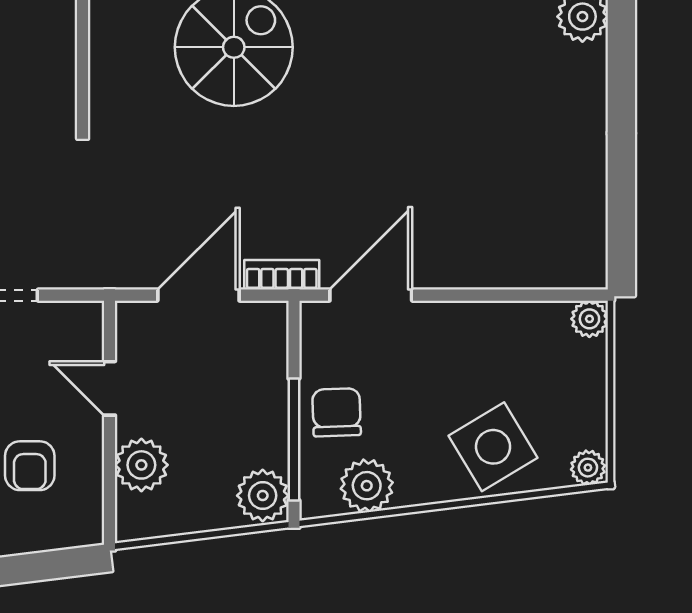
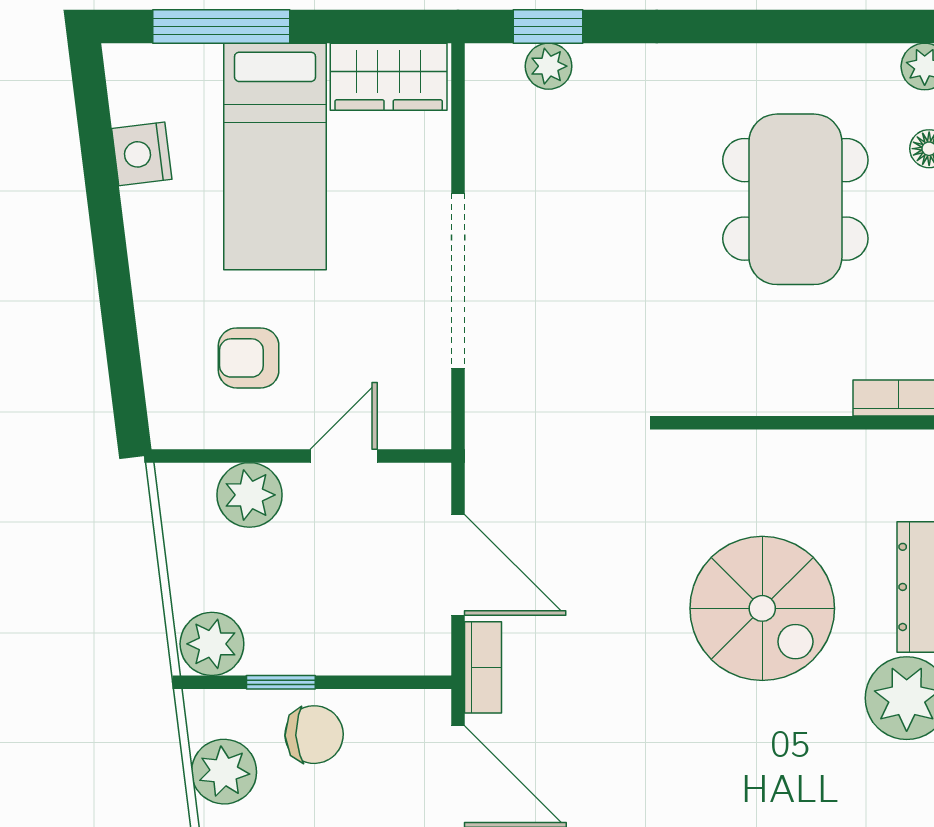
window: (294, 439) -> (281, 682), width x0.46

